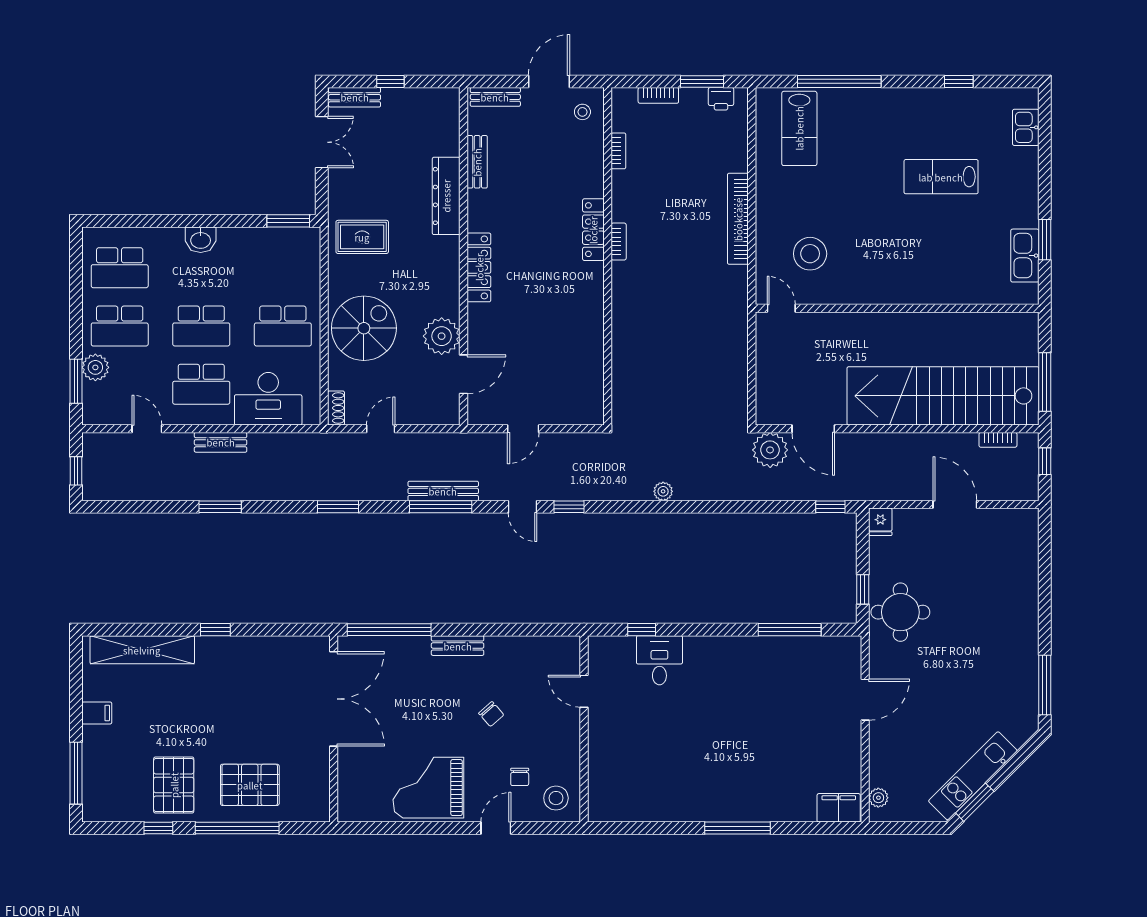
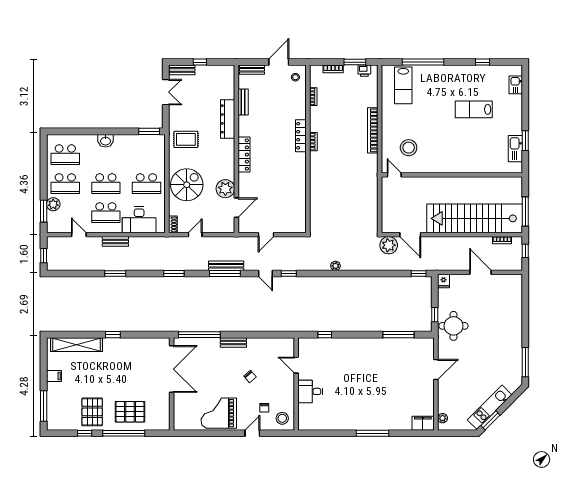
desk: (659, 660) -> (310, 391), moved, turned -90

